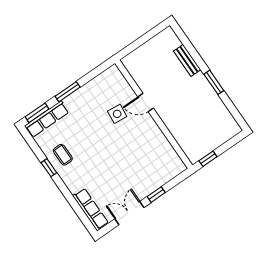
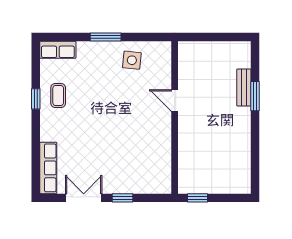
window: (214, 82) -> (255, 96), moved
window: (37, 113) -> (61, 37), removed
side table: (117, 114) -> (132, 60), moved
row of seats: (47, 119) -> (58, 50), width x0.68

